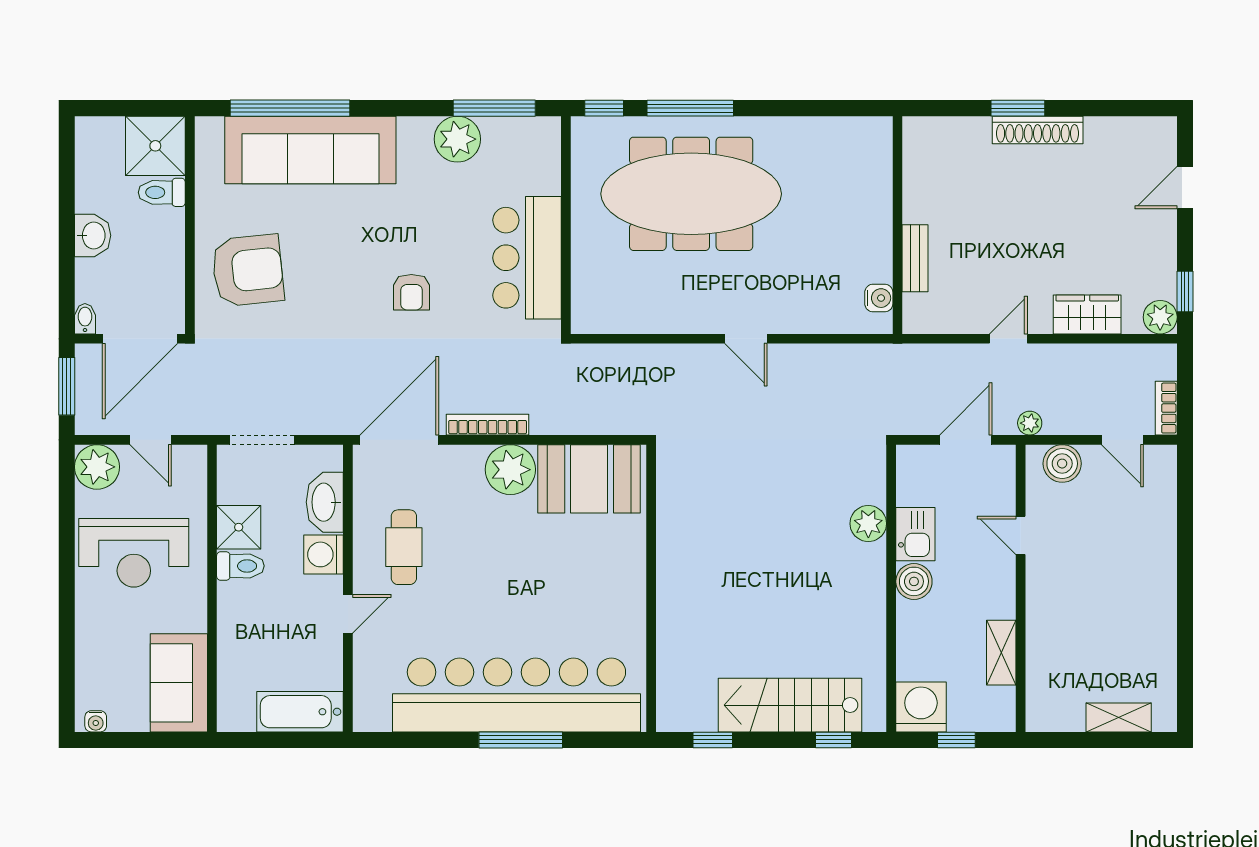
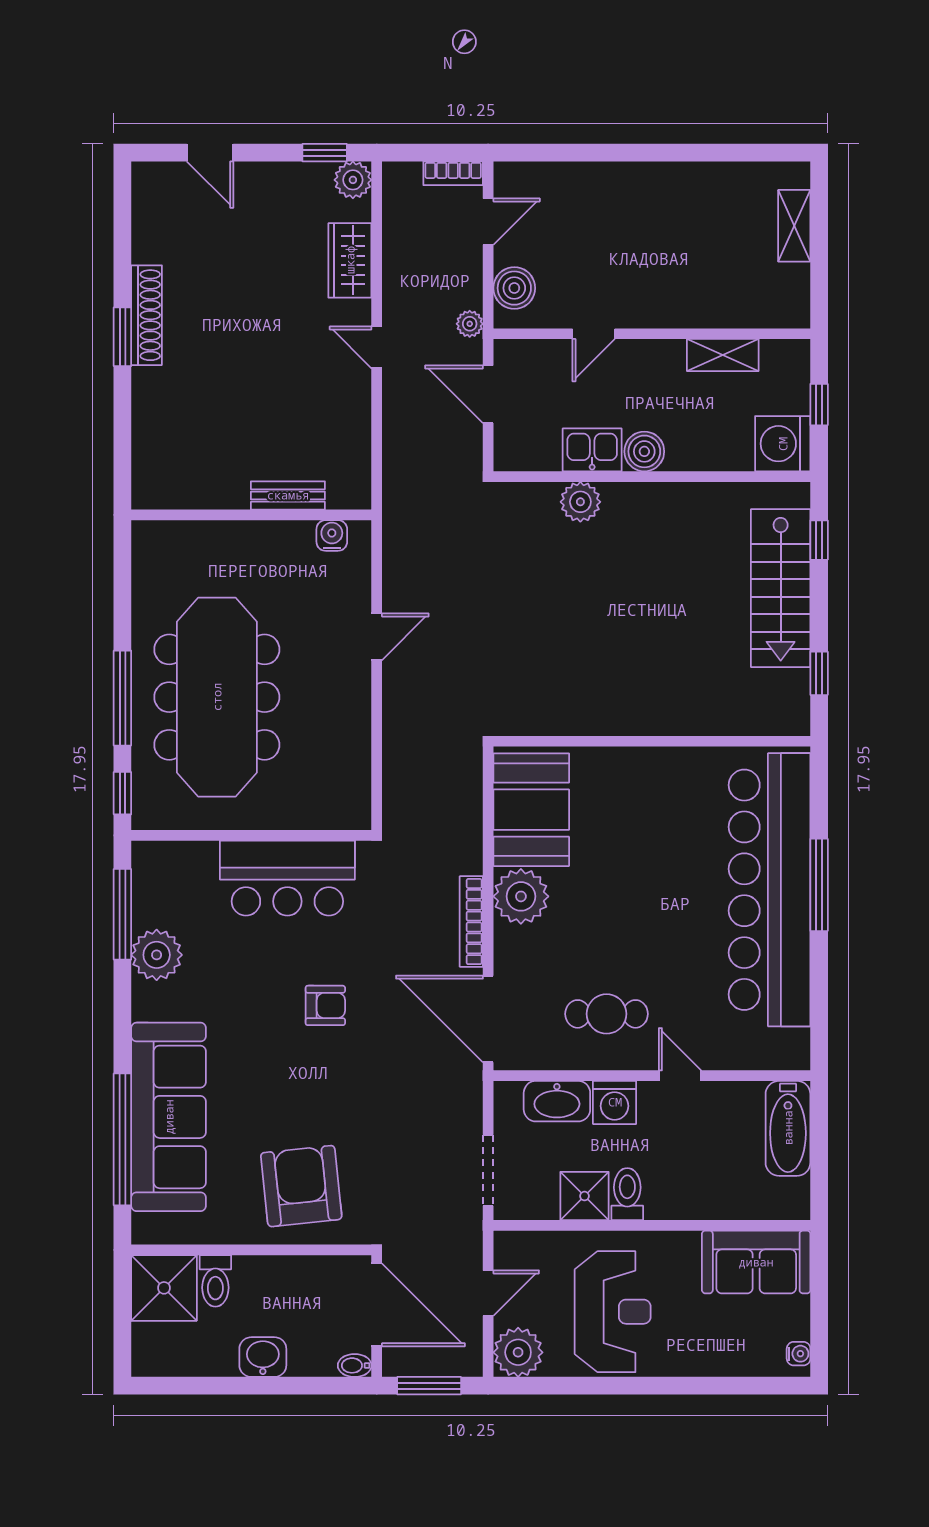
wall: (897, 225) -> (251, 515), moved
bench: (915, 258) -> (288, 495), moved
water cooler: (879, 298) -> (332, 535), moved

